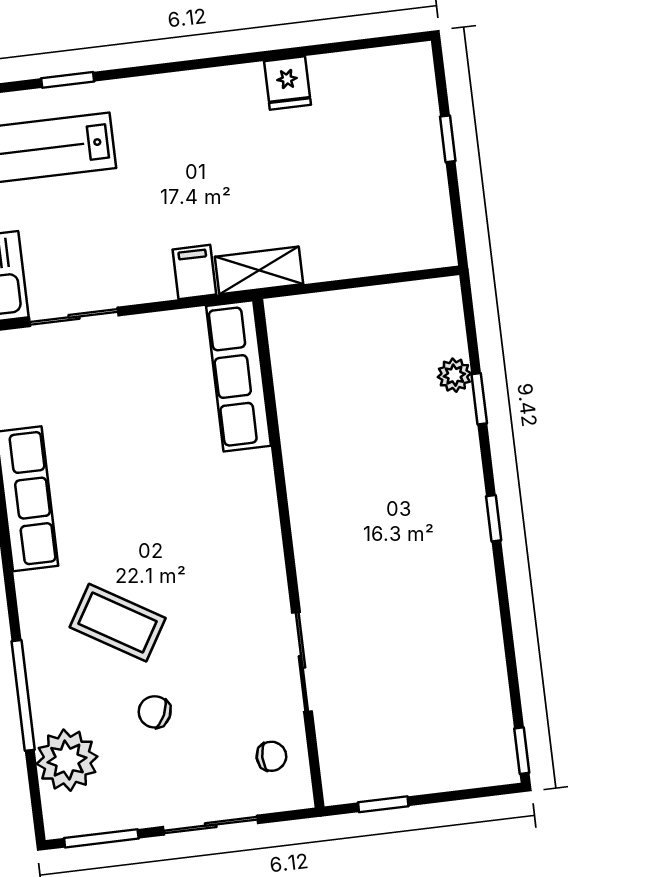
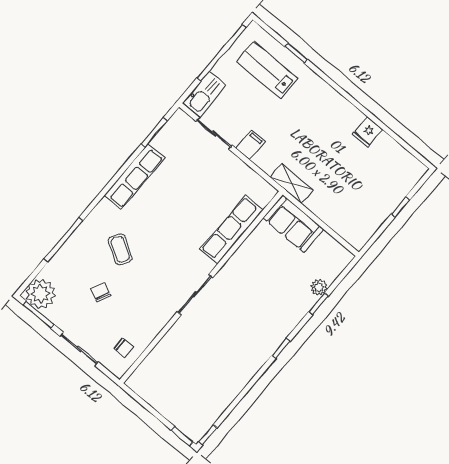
filing cabinet: (194, 272) -> (251, 145), moved
sofa: (322, 324) -> (293, 224), added
row of seats: (238, 376) -> (231, 230), moved
coffee table: (118, 623) -> (120, 249), width x0.73, depth x0.77
sliding door: (302, 662) -> (195, 295), moved
plant: (67, 760) -> (41, 294), moved
window: (383, 804) -> (182, 436), moved

